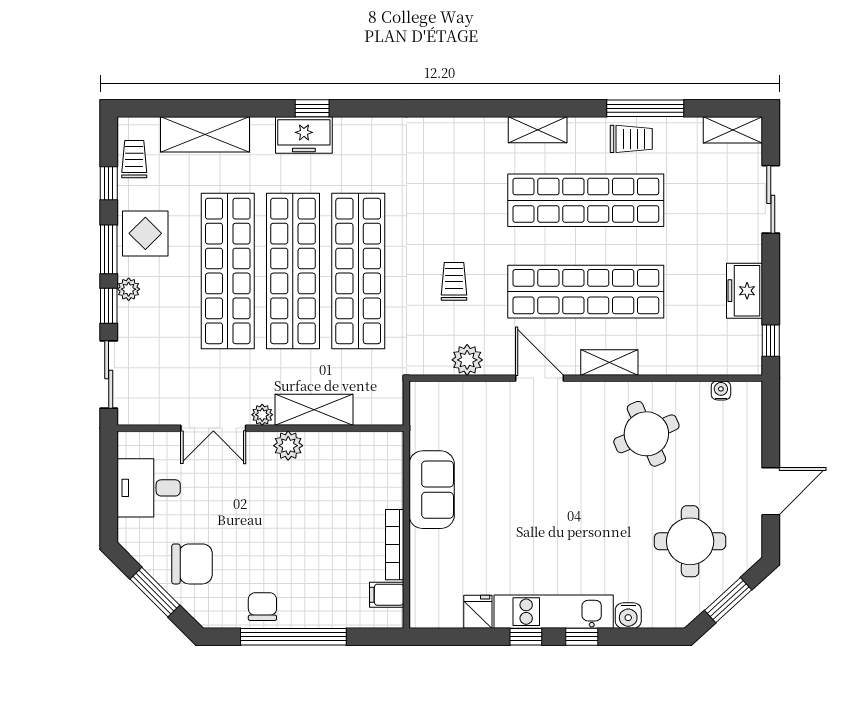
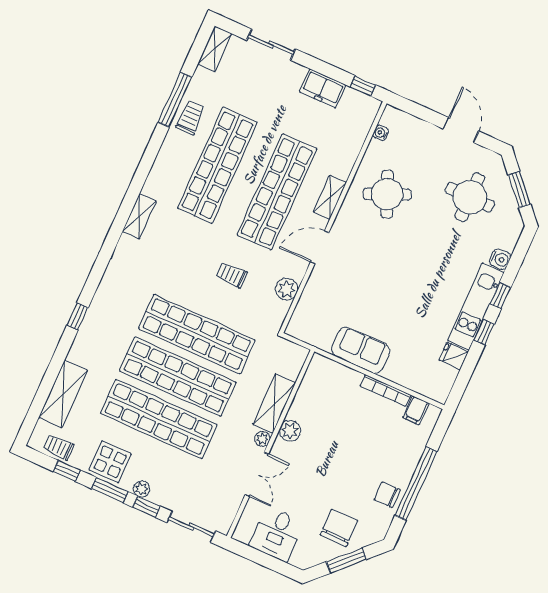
shelving: (538, 130) -> (139, 216), moved
freezer: (304, 135) -> (92, 330), removed

